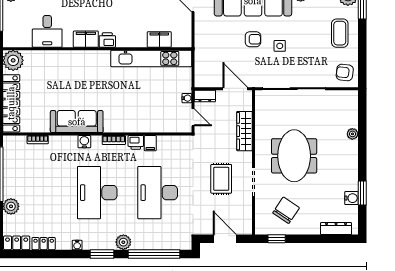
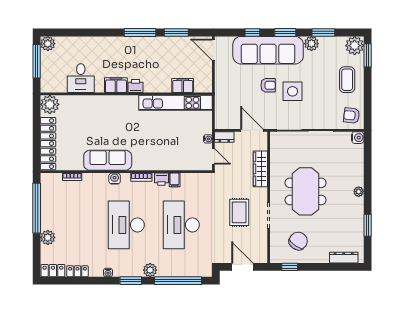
side table: (280, 46) -> (292, 91), width x1.87, depth x1.87
plant: (352, 134) -> (359, 192), moved
water cooler: (351, 198) -> (358, 138), moved

